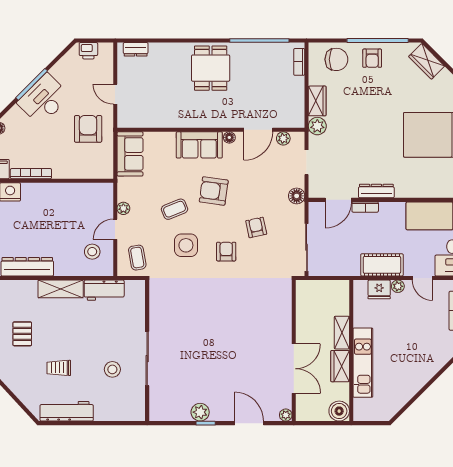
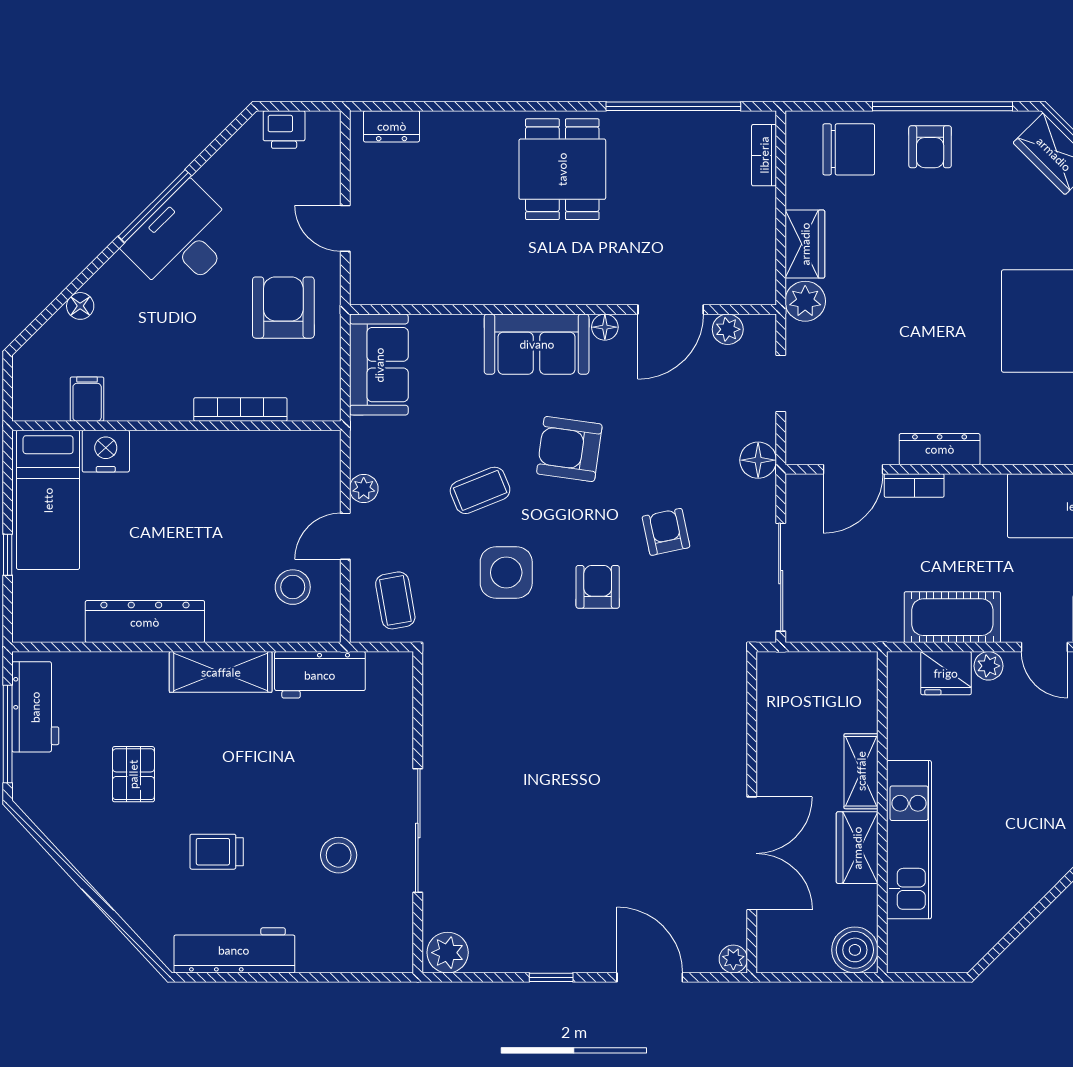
bookcase: (31, 174) -> (240, 409), moved
plant: (200, 412) -> (448, 953), moved

